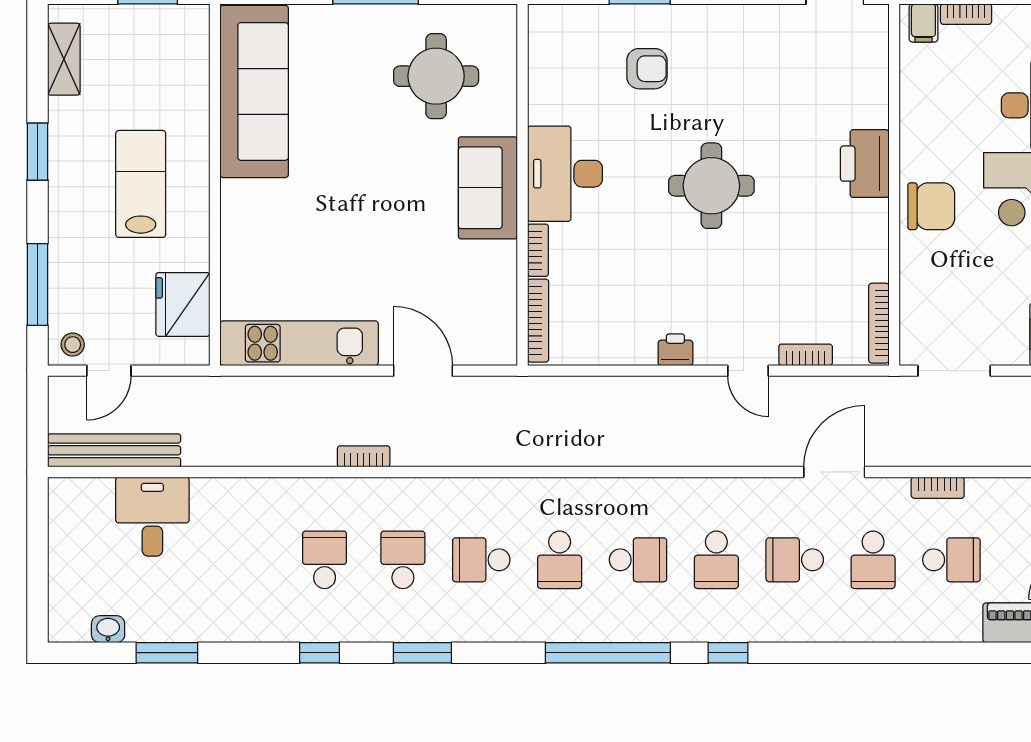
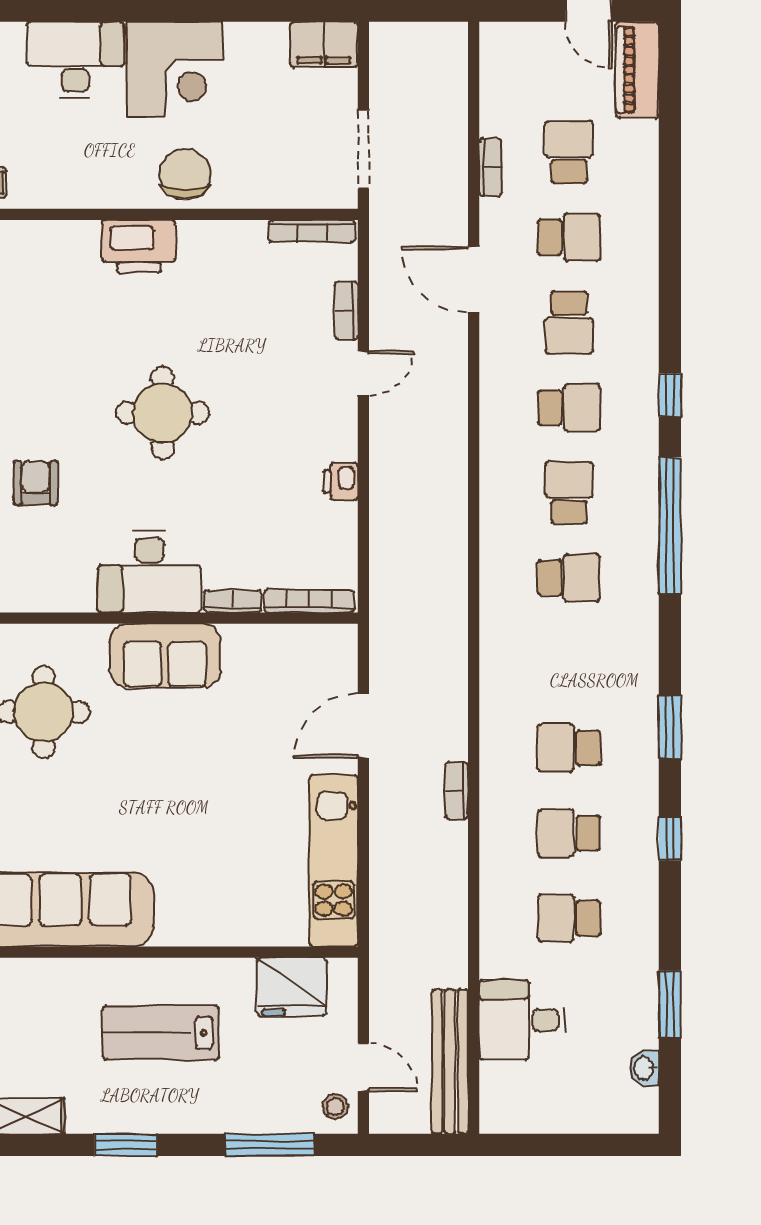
printer: (675, 350) -> (341, 481), moved
school desk: (481, 560) -> (569, 918), moved, turned 90

